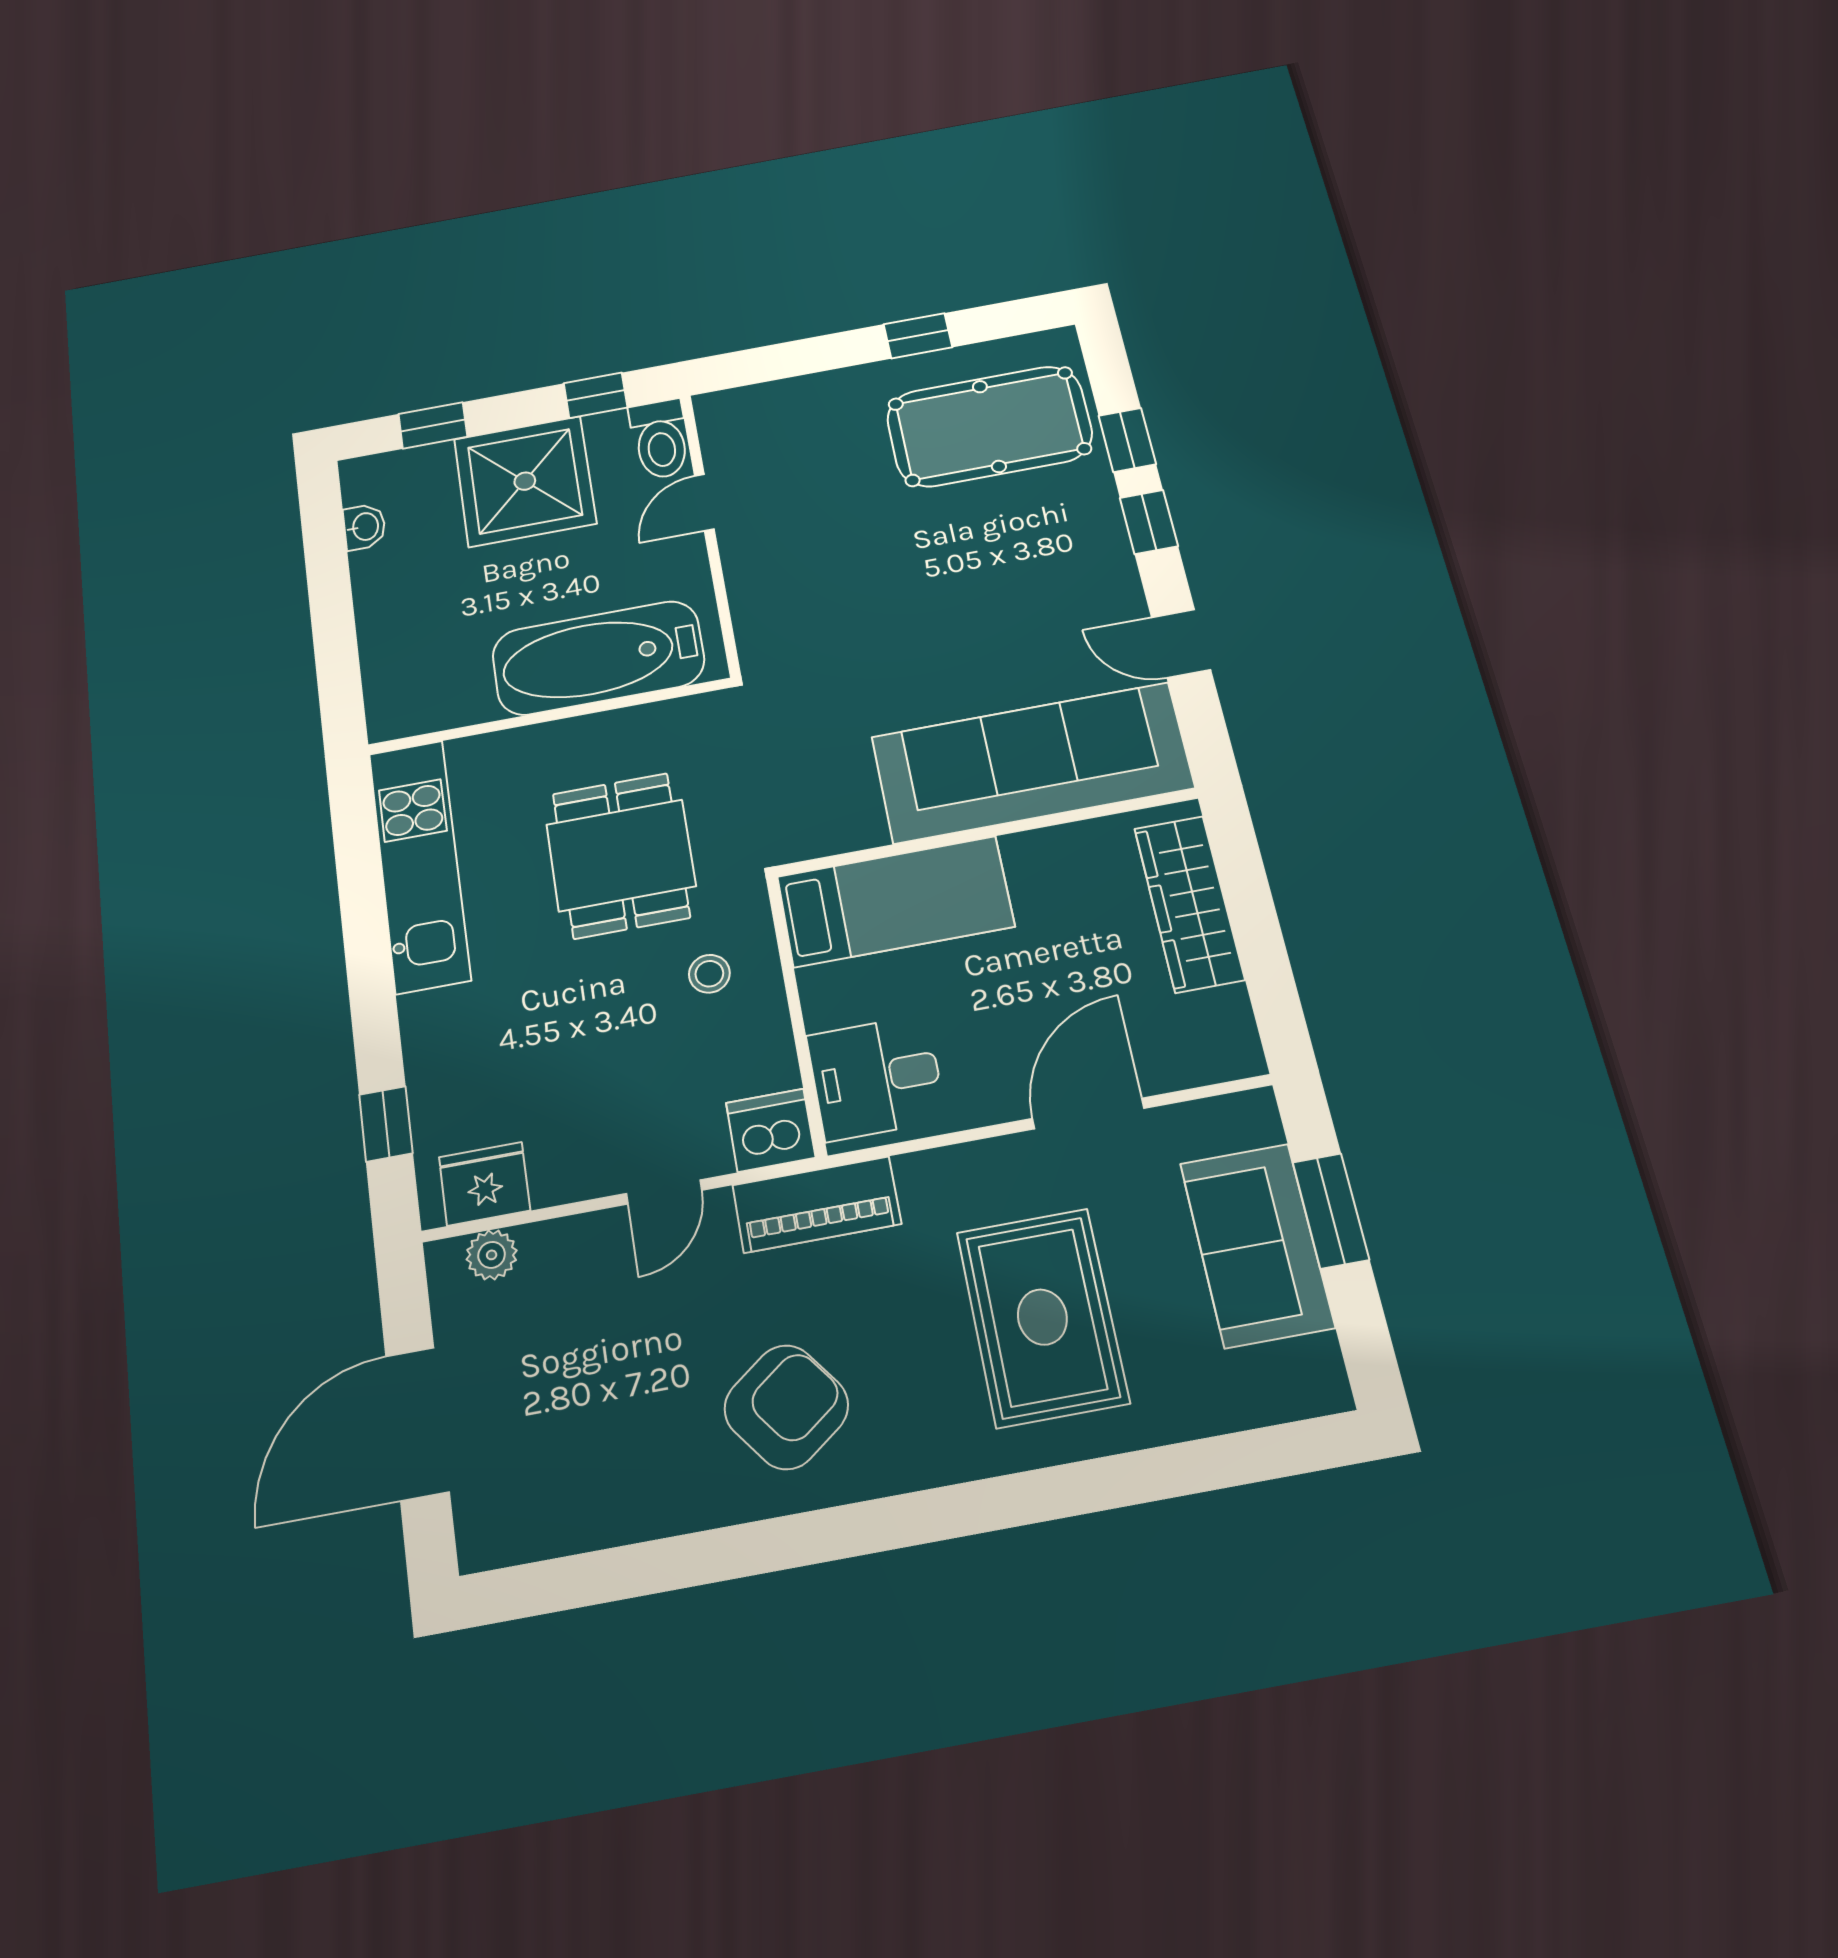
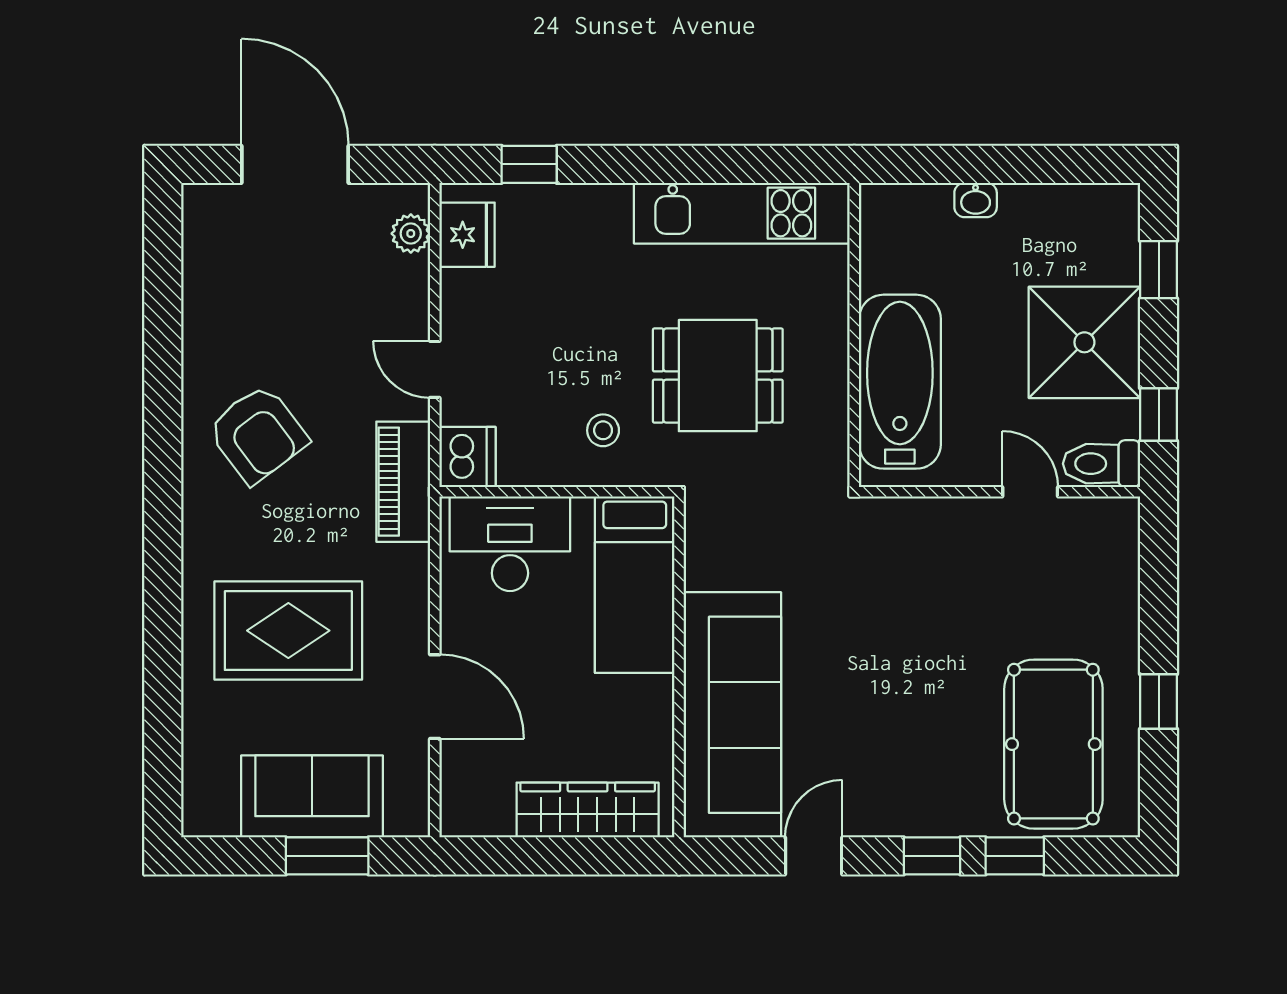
washbasin: (364, 527) -> (976, 200), moved
desk: (876, 1078) -> (510, 544), width x1.37

